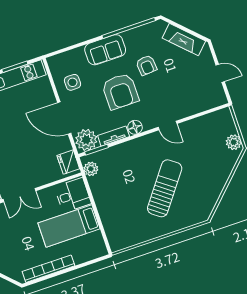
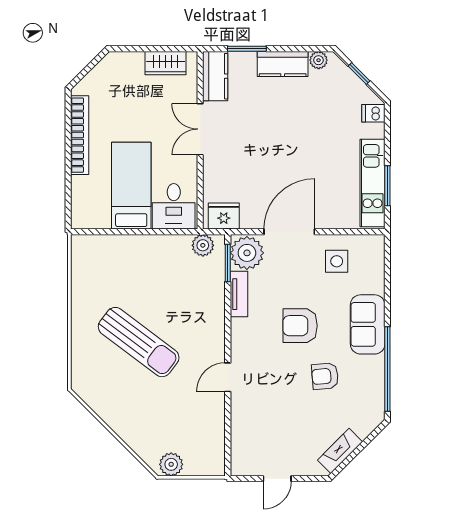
fireplace: (184, 40) -> (340, 451), width x0.73, depth x0.76
armchair: (120, 91) -> (300, 326), width x0.73, depth x0.73
floor lamp: (135, 127) -> (241, 329), removed

